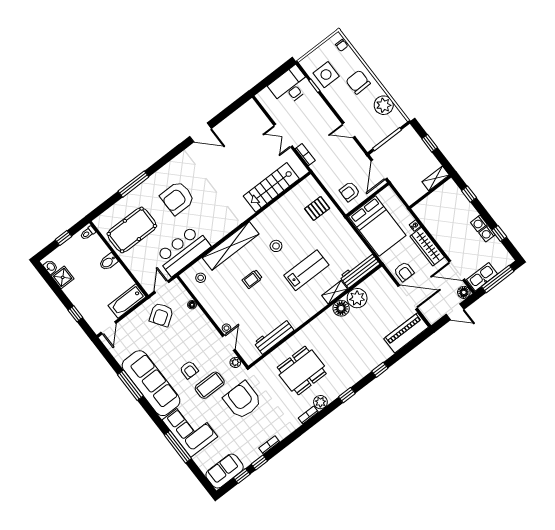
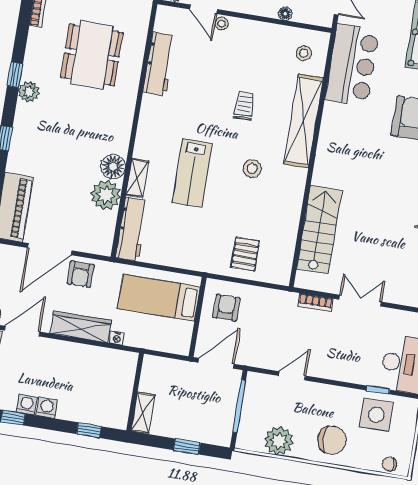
door: (379, 170) -> (216, 363), hinge flipped
bed: (377, 226) -> (159, 298), width x0.67
armchair: (404, 272) -> (80, 274), turned -90
plant: (320, 402) -> (29, 92), moved

